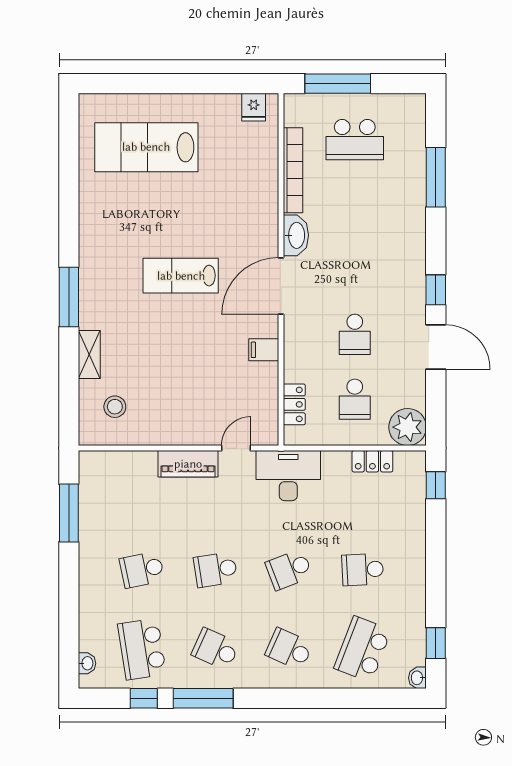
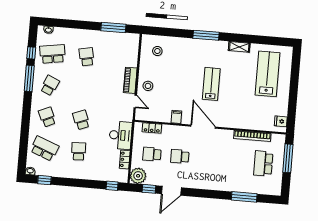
washbasin: (296, 235) -> (224, 135), removed
window: (436, 290) -> (149, 189), moved
shelving: (89, 354) -> (239, 47), moved
stool: (197, 422) -> (148, 86), added
desk: (288, 476) -> (121, 135), moved
school desk: (216, 570) -> (84, 88), removed
school desk: (289, 649) -> (47, 117), turned -48

